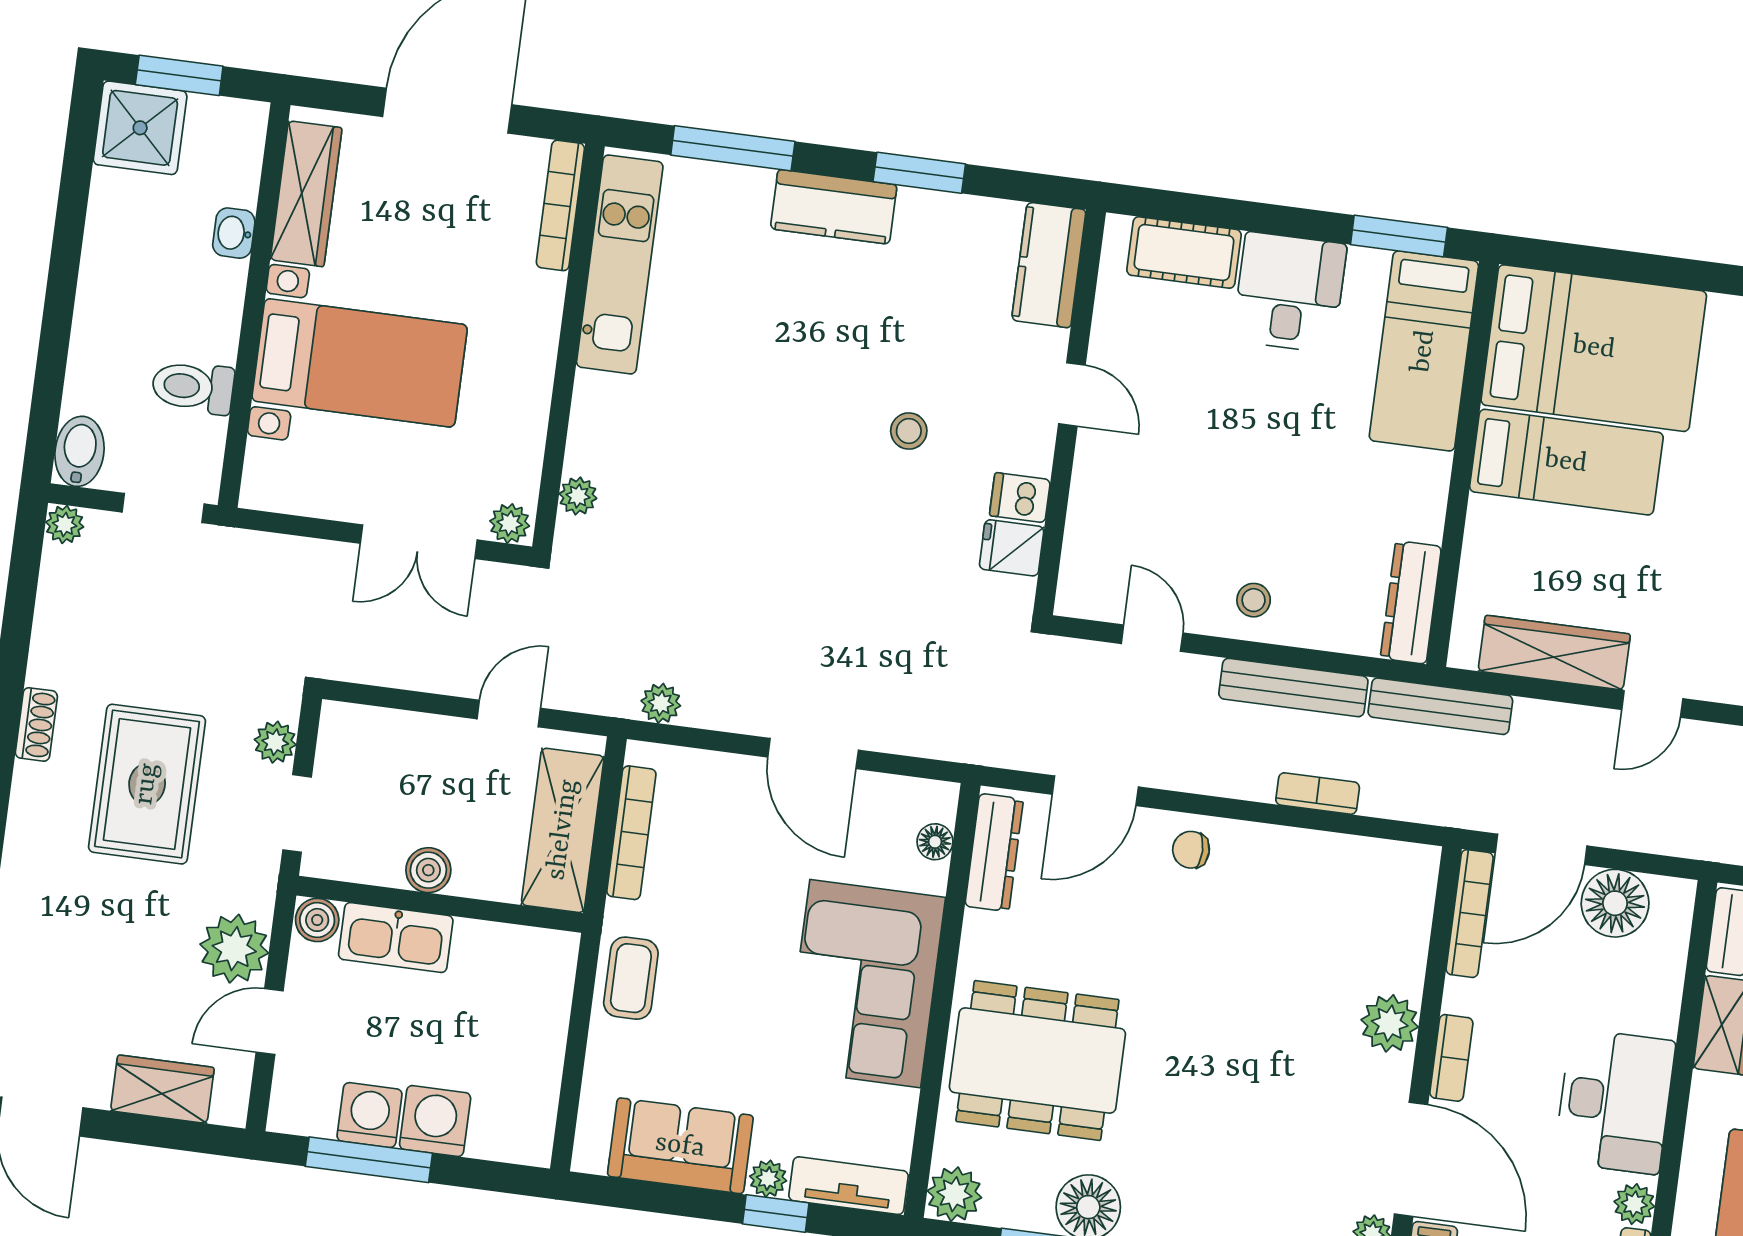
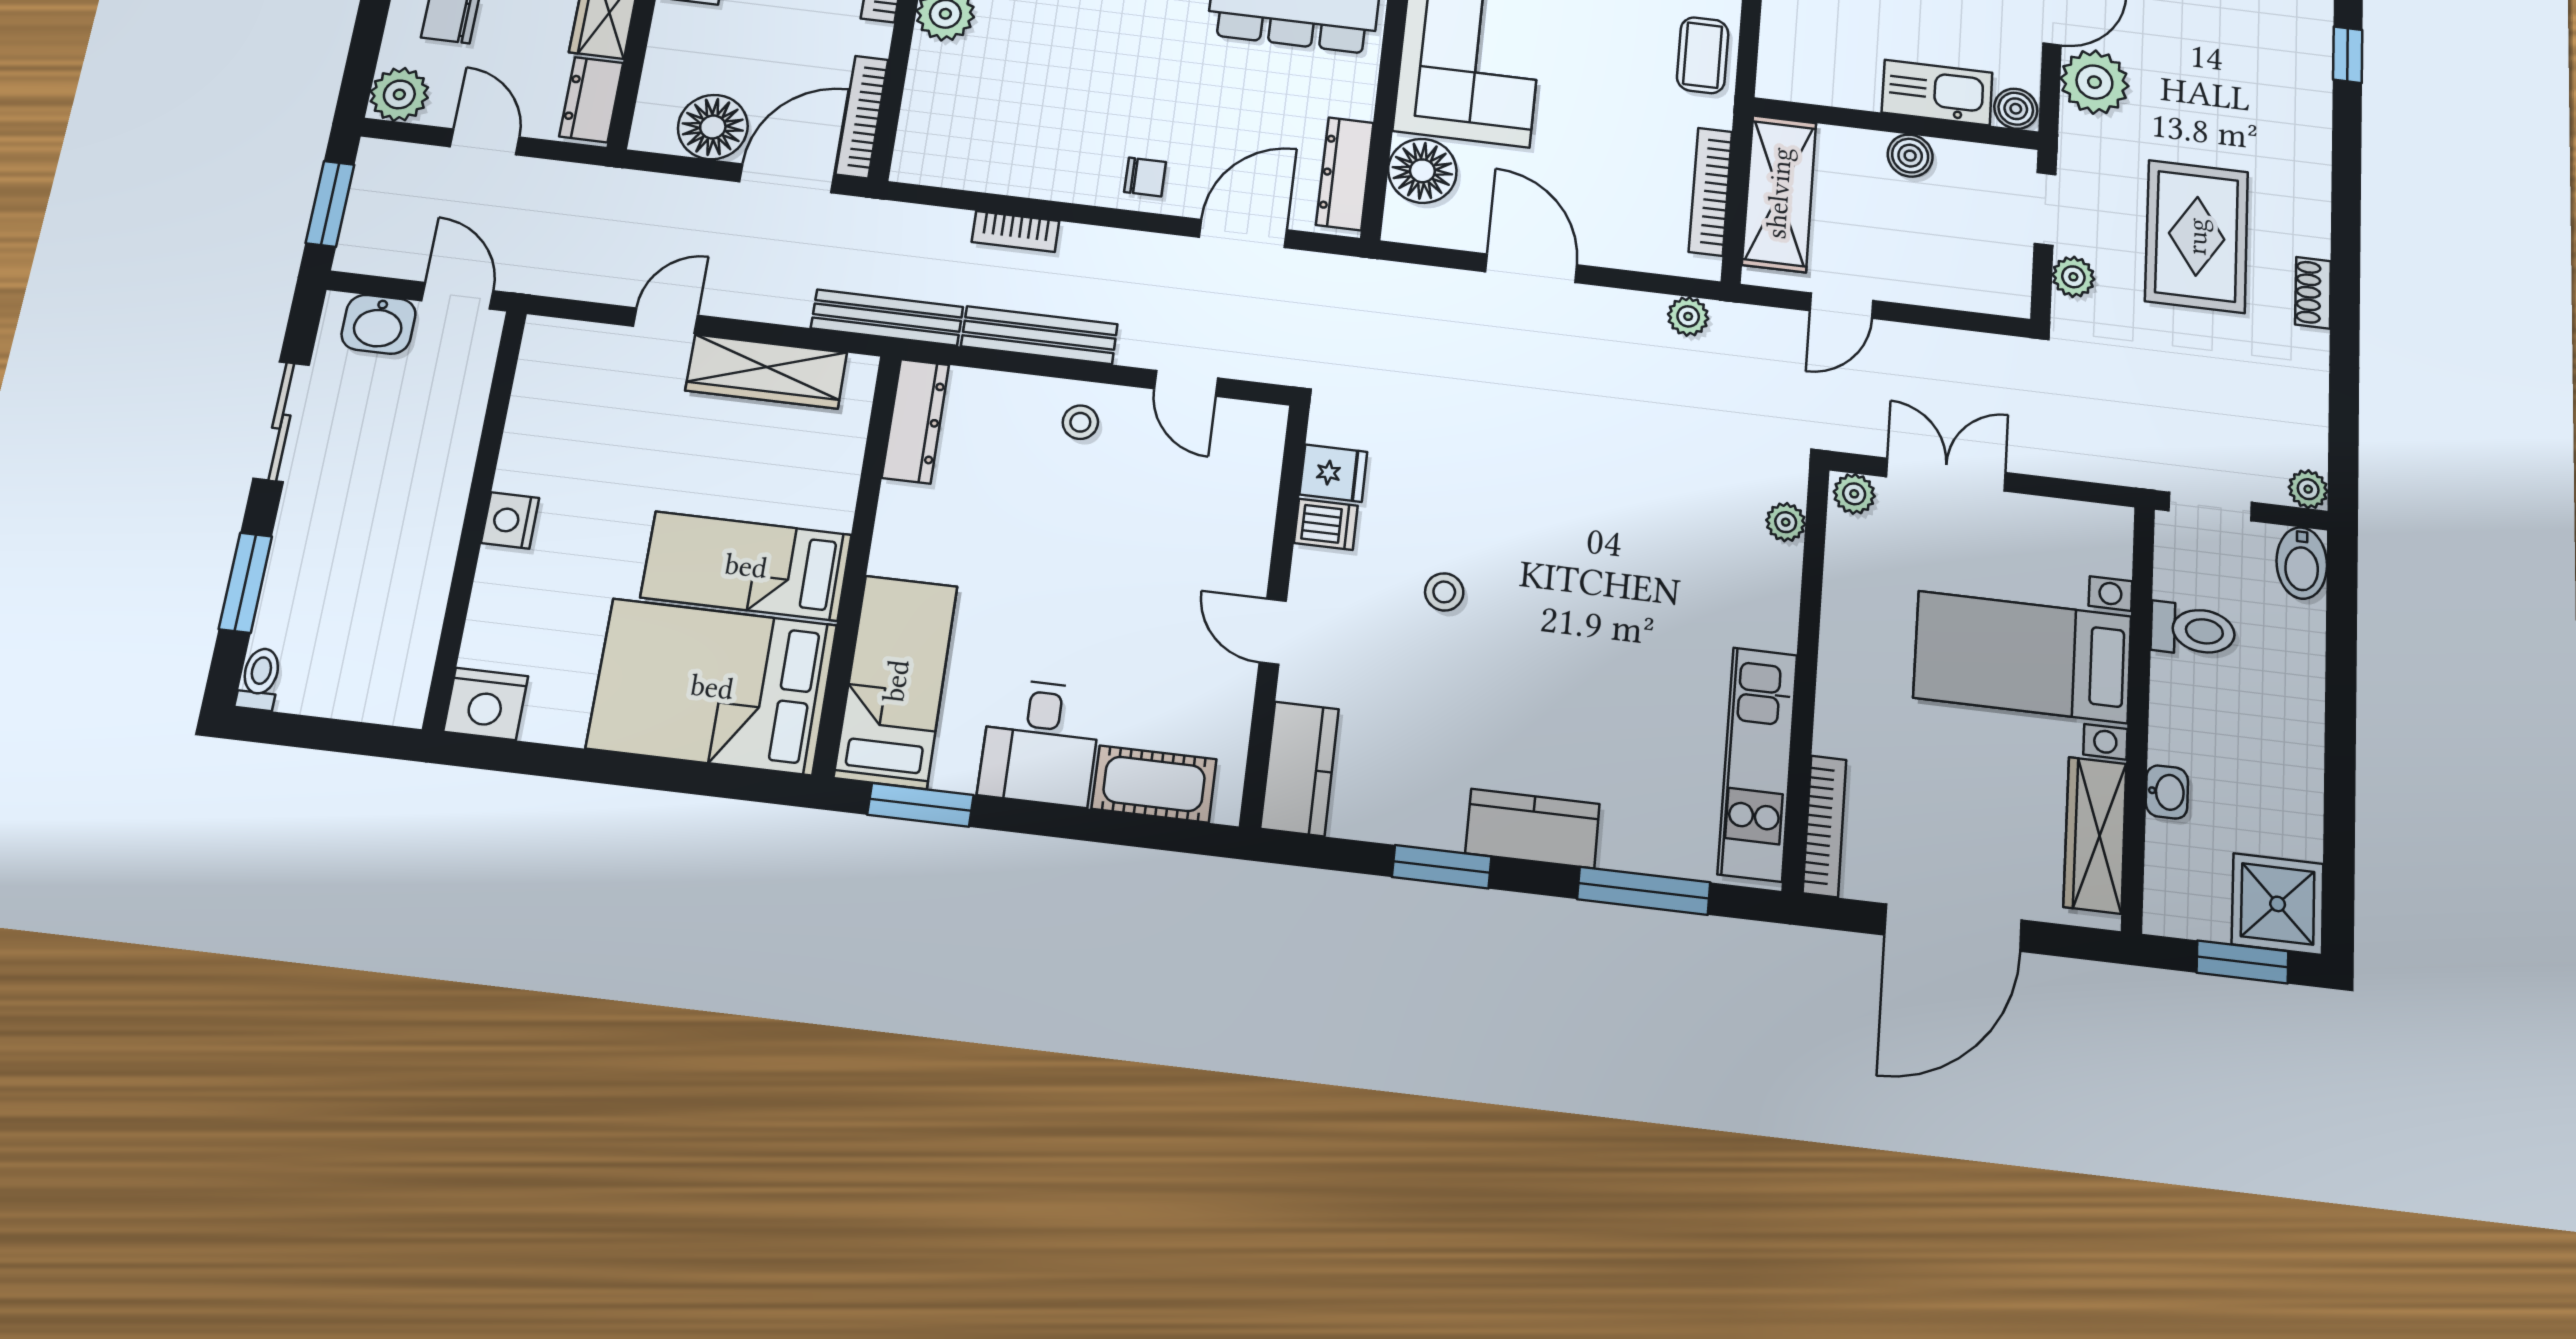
floor lamp: (935, 842) -> (1422, 171), width x1.89, depth x1.89

